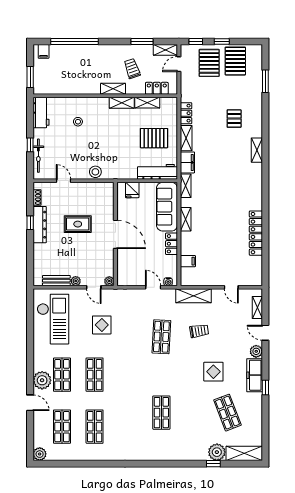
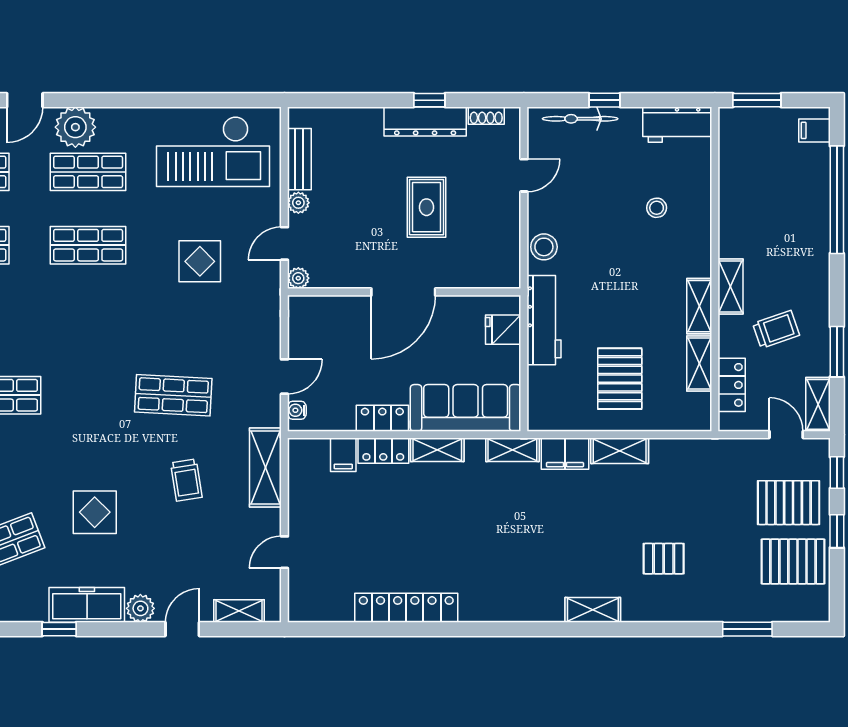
locker: (186, 113) -> (383, 451), moved
workbench: (158, 172) -> (544, 320), moved

